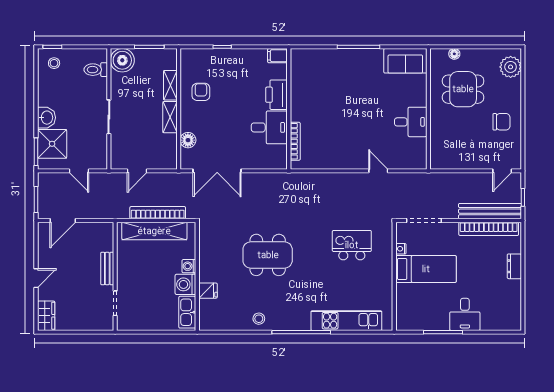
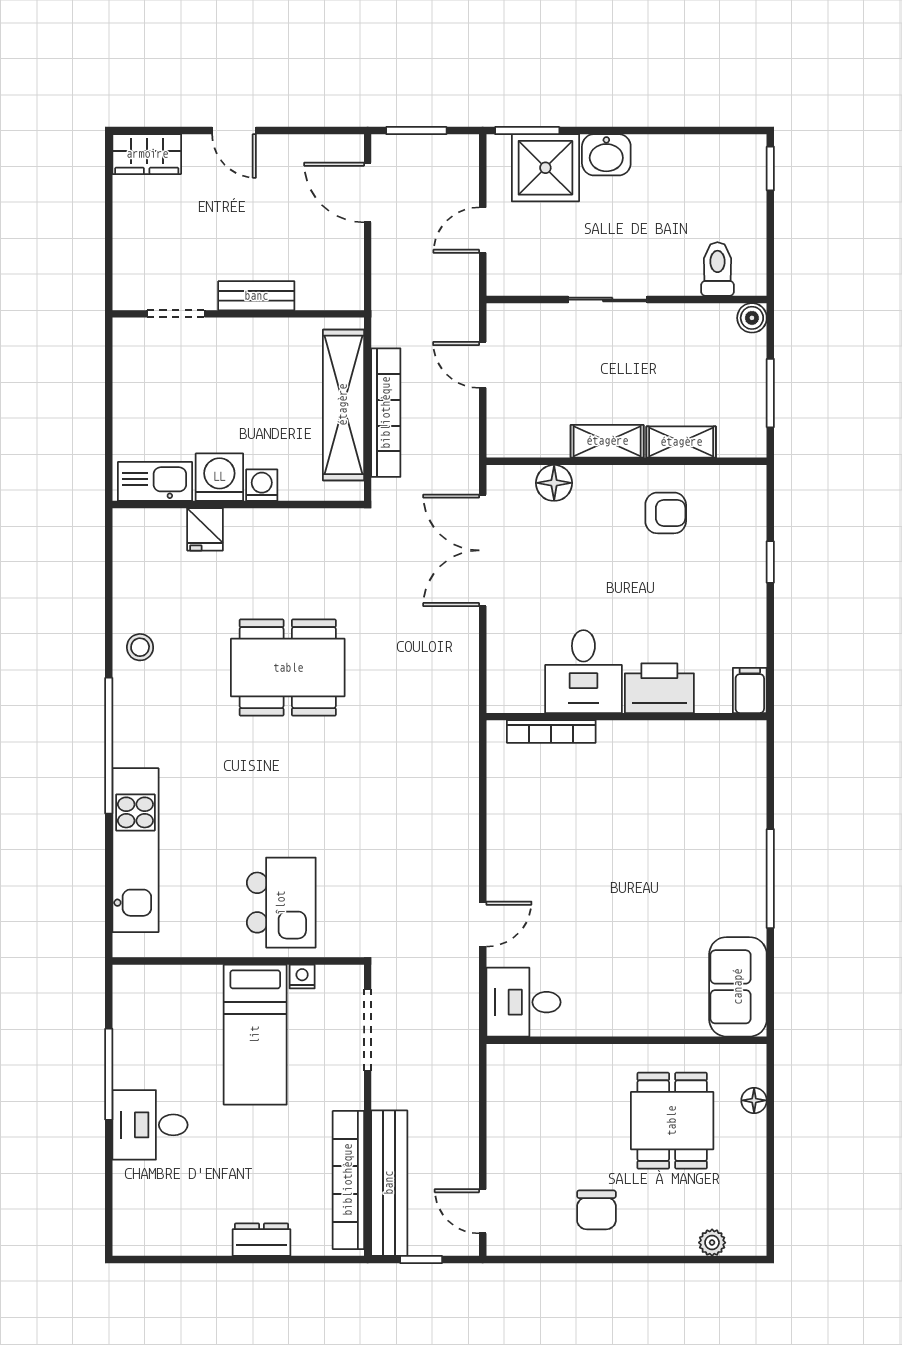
boiler: (122, 60) -> (752, 318), width x0.54, depth x0.54
stool: (54, 63) -> (733, 172), removed
plant: (511, 67) -> (712, 1243), width x0.53, depth x0.53
desk: (411, 122) -> (523, 1002), moved, turned 90
kitchen island: (352, 245) -> (281, 903), moved
dining table: (268, 255) -> (288, 668), turned 90

